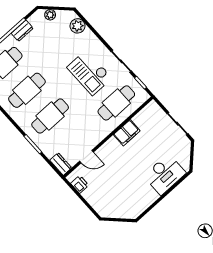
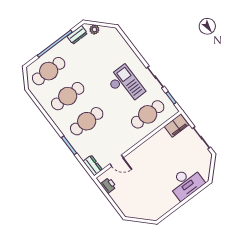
plant: (77, 26) -> (118, 42), removed
dresser: (22, 31) -> (77, 35), moved
checkout: (90, 73) -> (126, 85), turned 180
filing cabinet: (127, 133) -> (177, 126), moved

